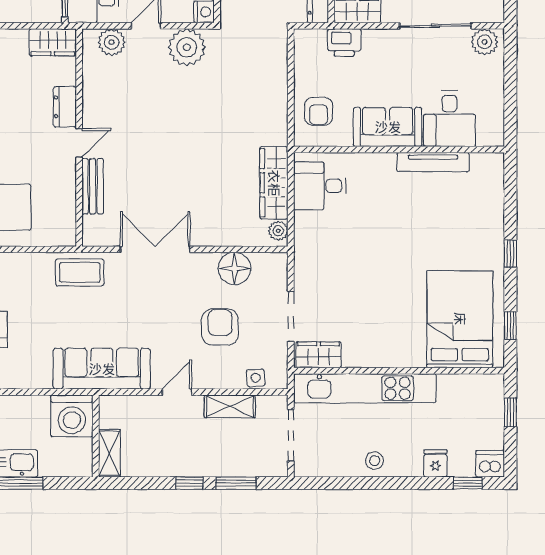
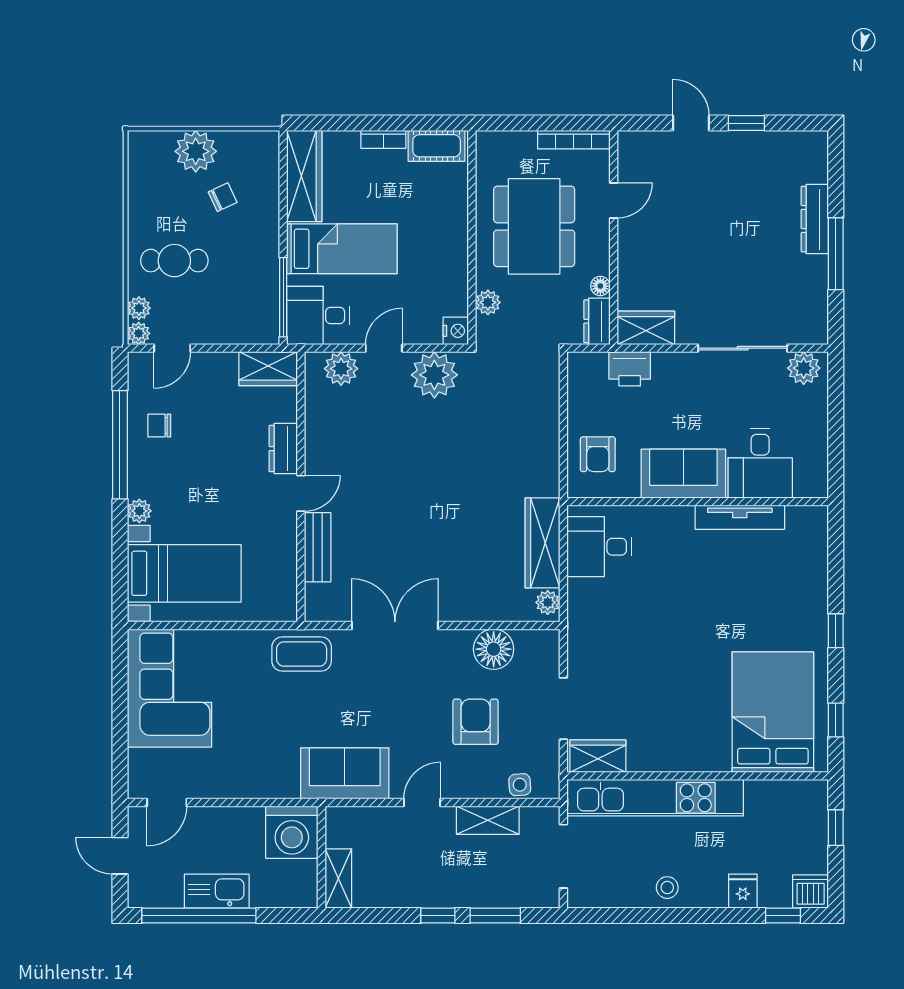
sofa: (102, 369) -> (345, 773), width x0.73

